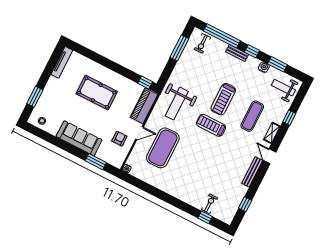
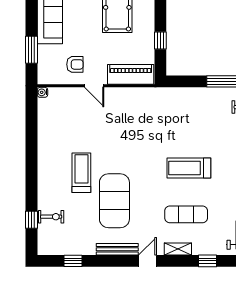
window: (145, 82) -> (160, 41), moved
weight bench: (177, 104) -> (154, 113), removed
treadmill: (211, 125) -> (81, 173), moved
exercise mat: (163, 148) -> (114, 201), moved, turned 90

